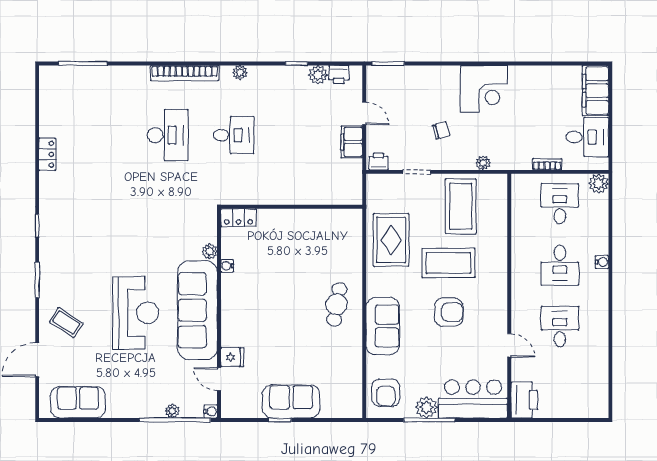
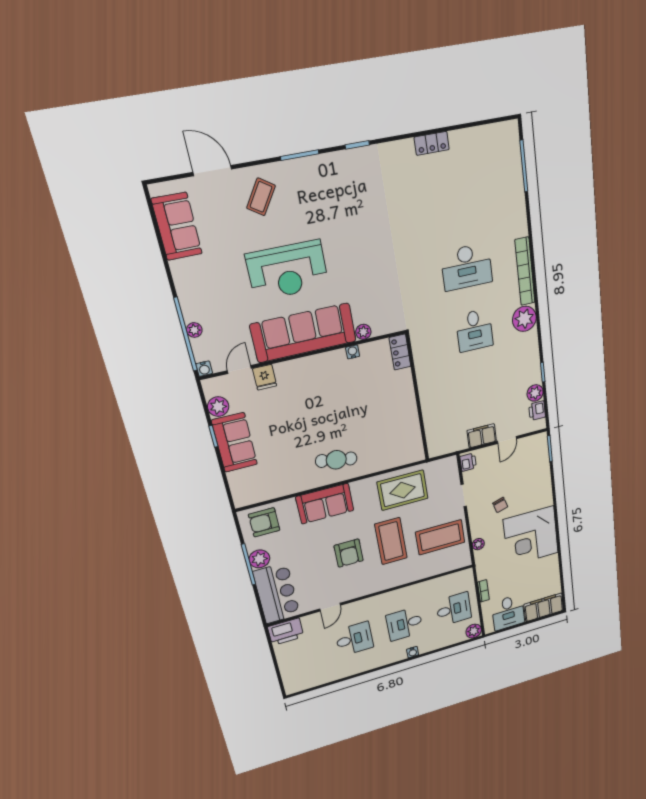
plant: (240, 72) -> (524, 319), width x1.88, depth x1.88
corner desk: (484, 89) -> (531, 536), width x1.36, depth x1.36
plant: (251, 408) -> (218, 407), added

